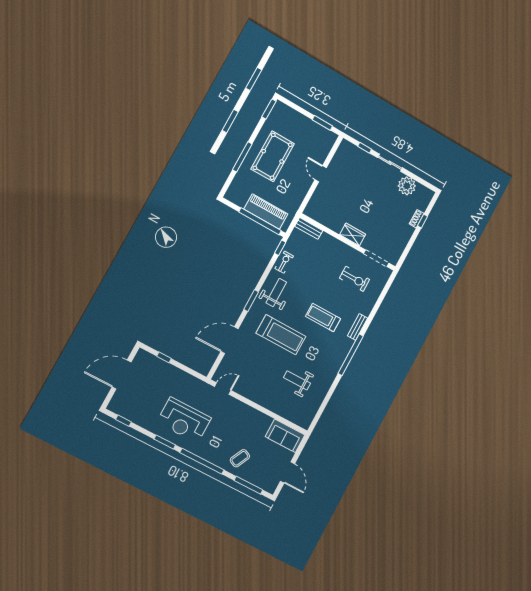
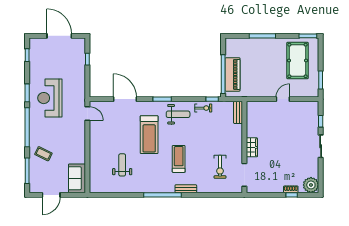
pool table: (273, 156) -> (297, 60), moved, turned 90
plant: (407, 186) -> (311, 185), moved

